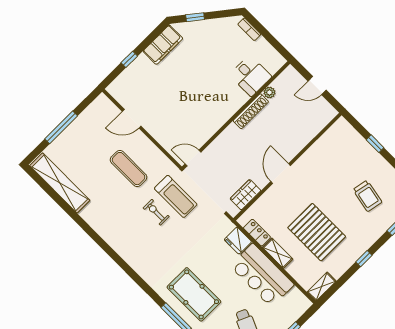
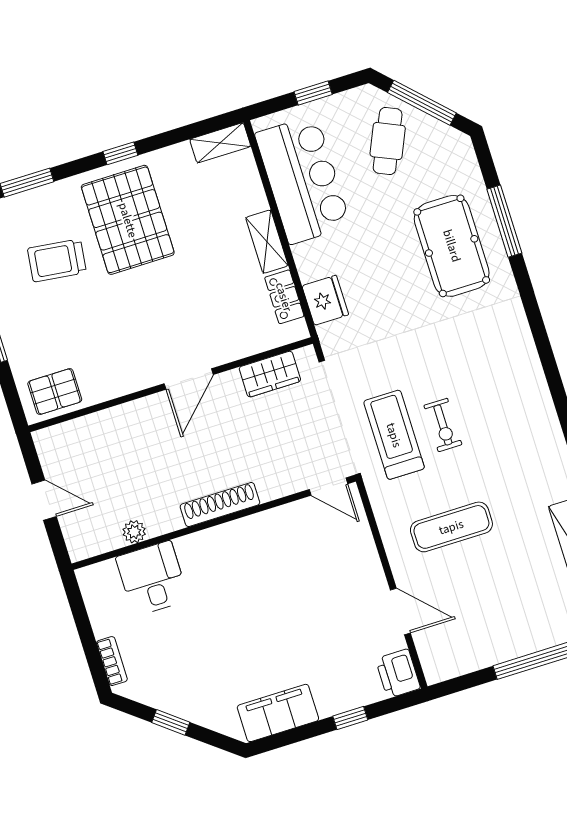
window: (195, 17) -> (171, 722), moved
printer: (118, 90) -> (398, 674), added
shoe rack: (251, 111) -> (220, 505), moved
pallet: (338, 137) -> (55, 392), added
exercise mat: (129, 169) -> (451, 527), turned 90
trolley: (367, 196) -> (57, 260), turned -94
pallet: (317, 232) -> (128, 220), moved
bar counter: (262, 275) -> (303, 180), moved

